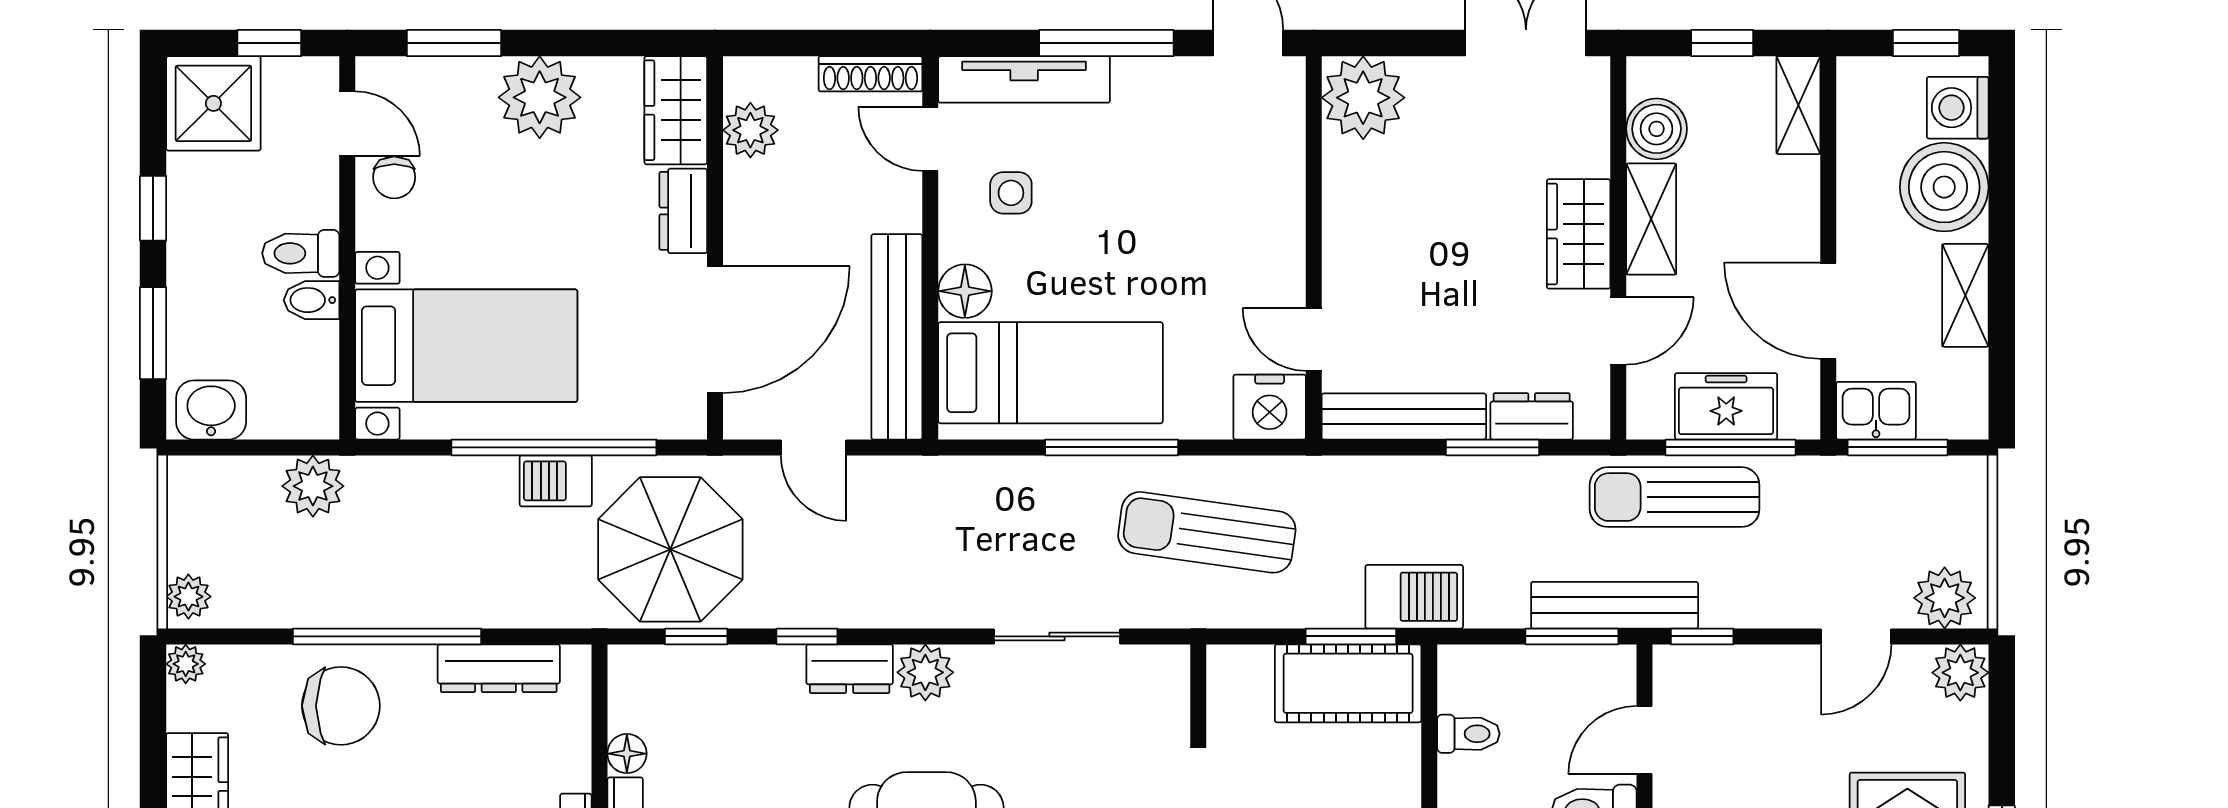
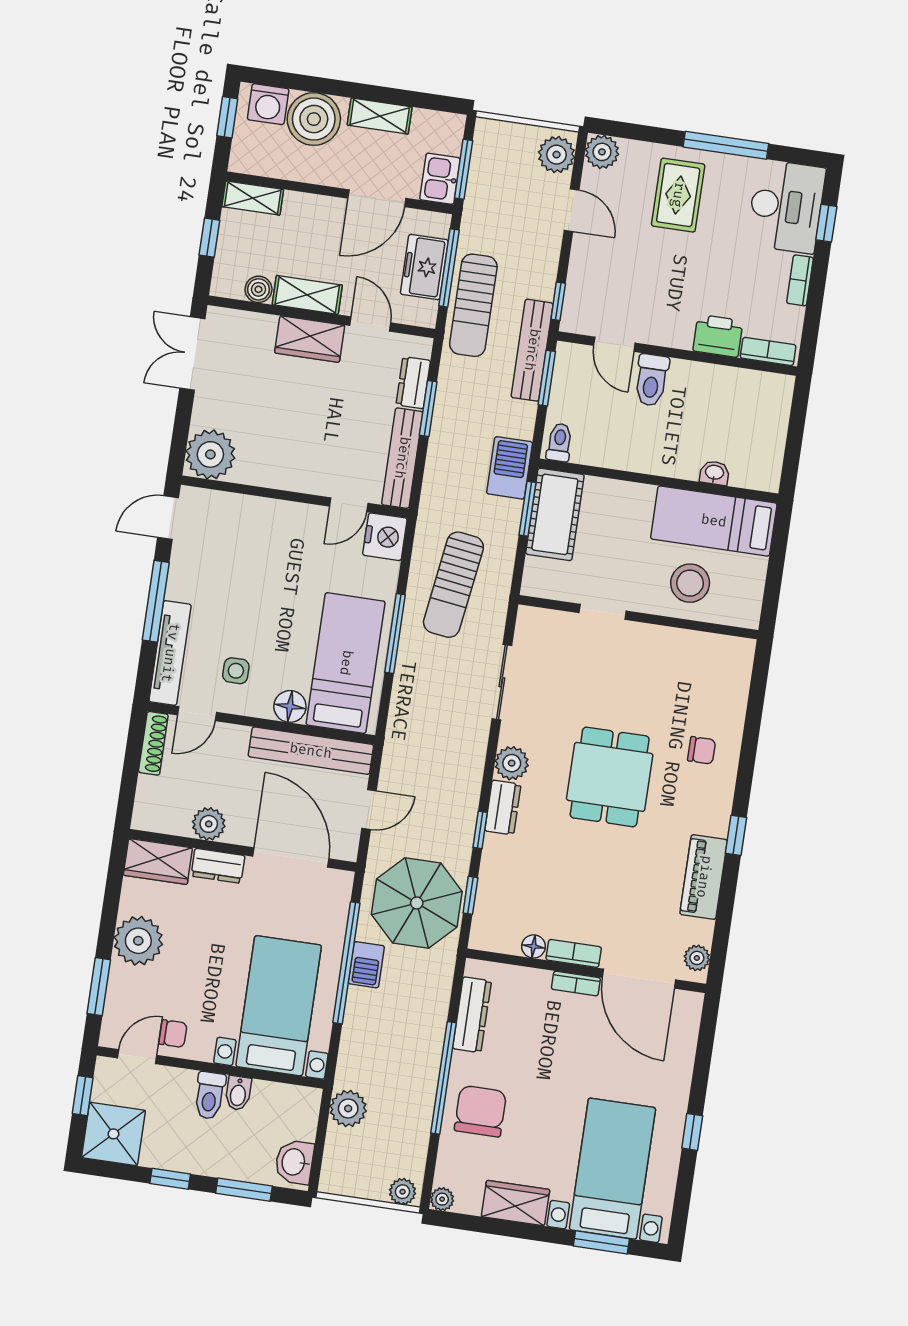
boiler: (1657, 129) -> (258, 289), width x0.73, depth x0.73
plant: (750, 130) -> (209, 824), moved
toilet: (1468, 734) -> (559, 442), moved

